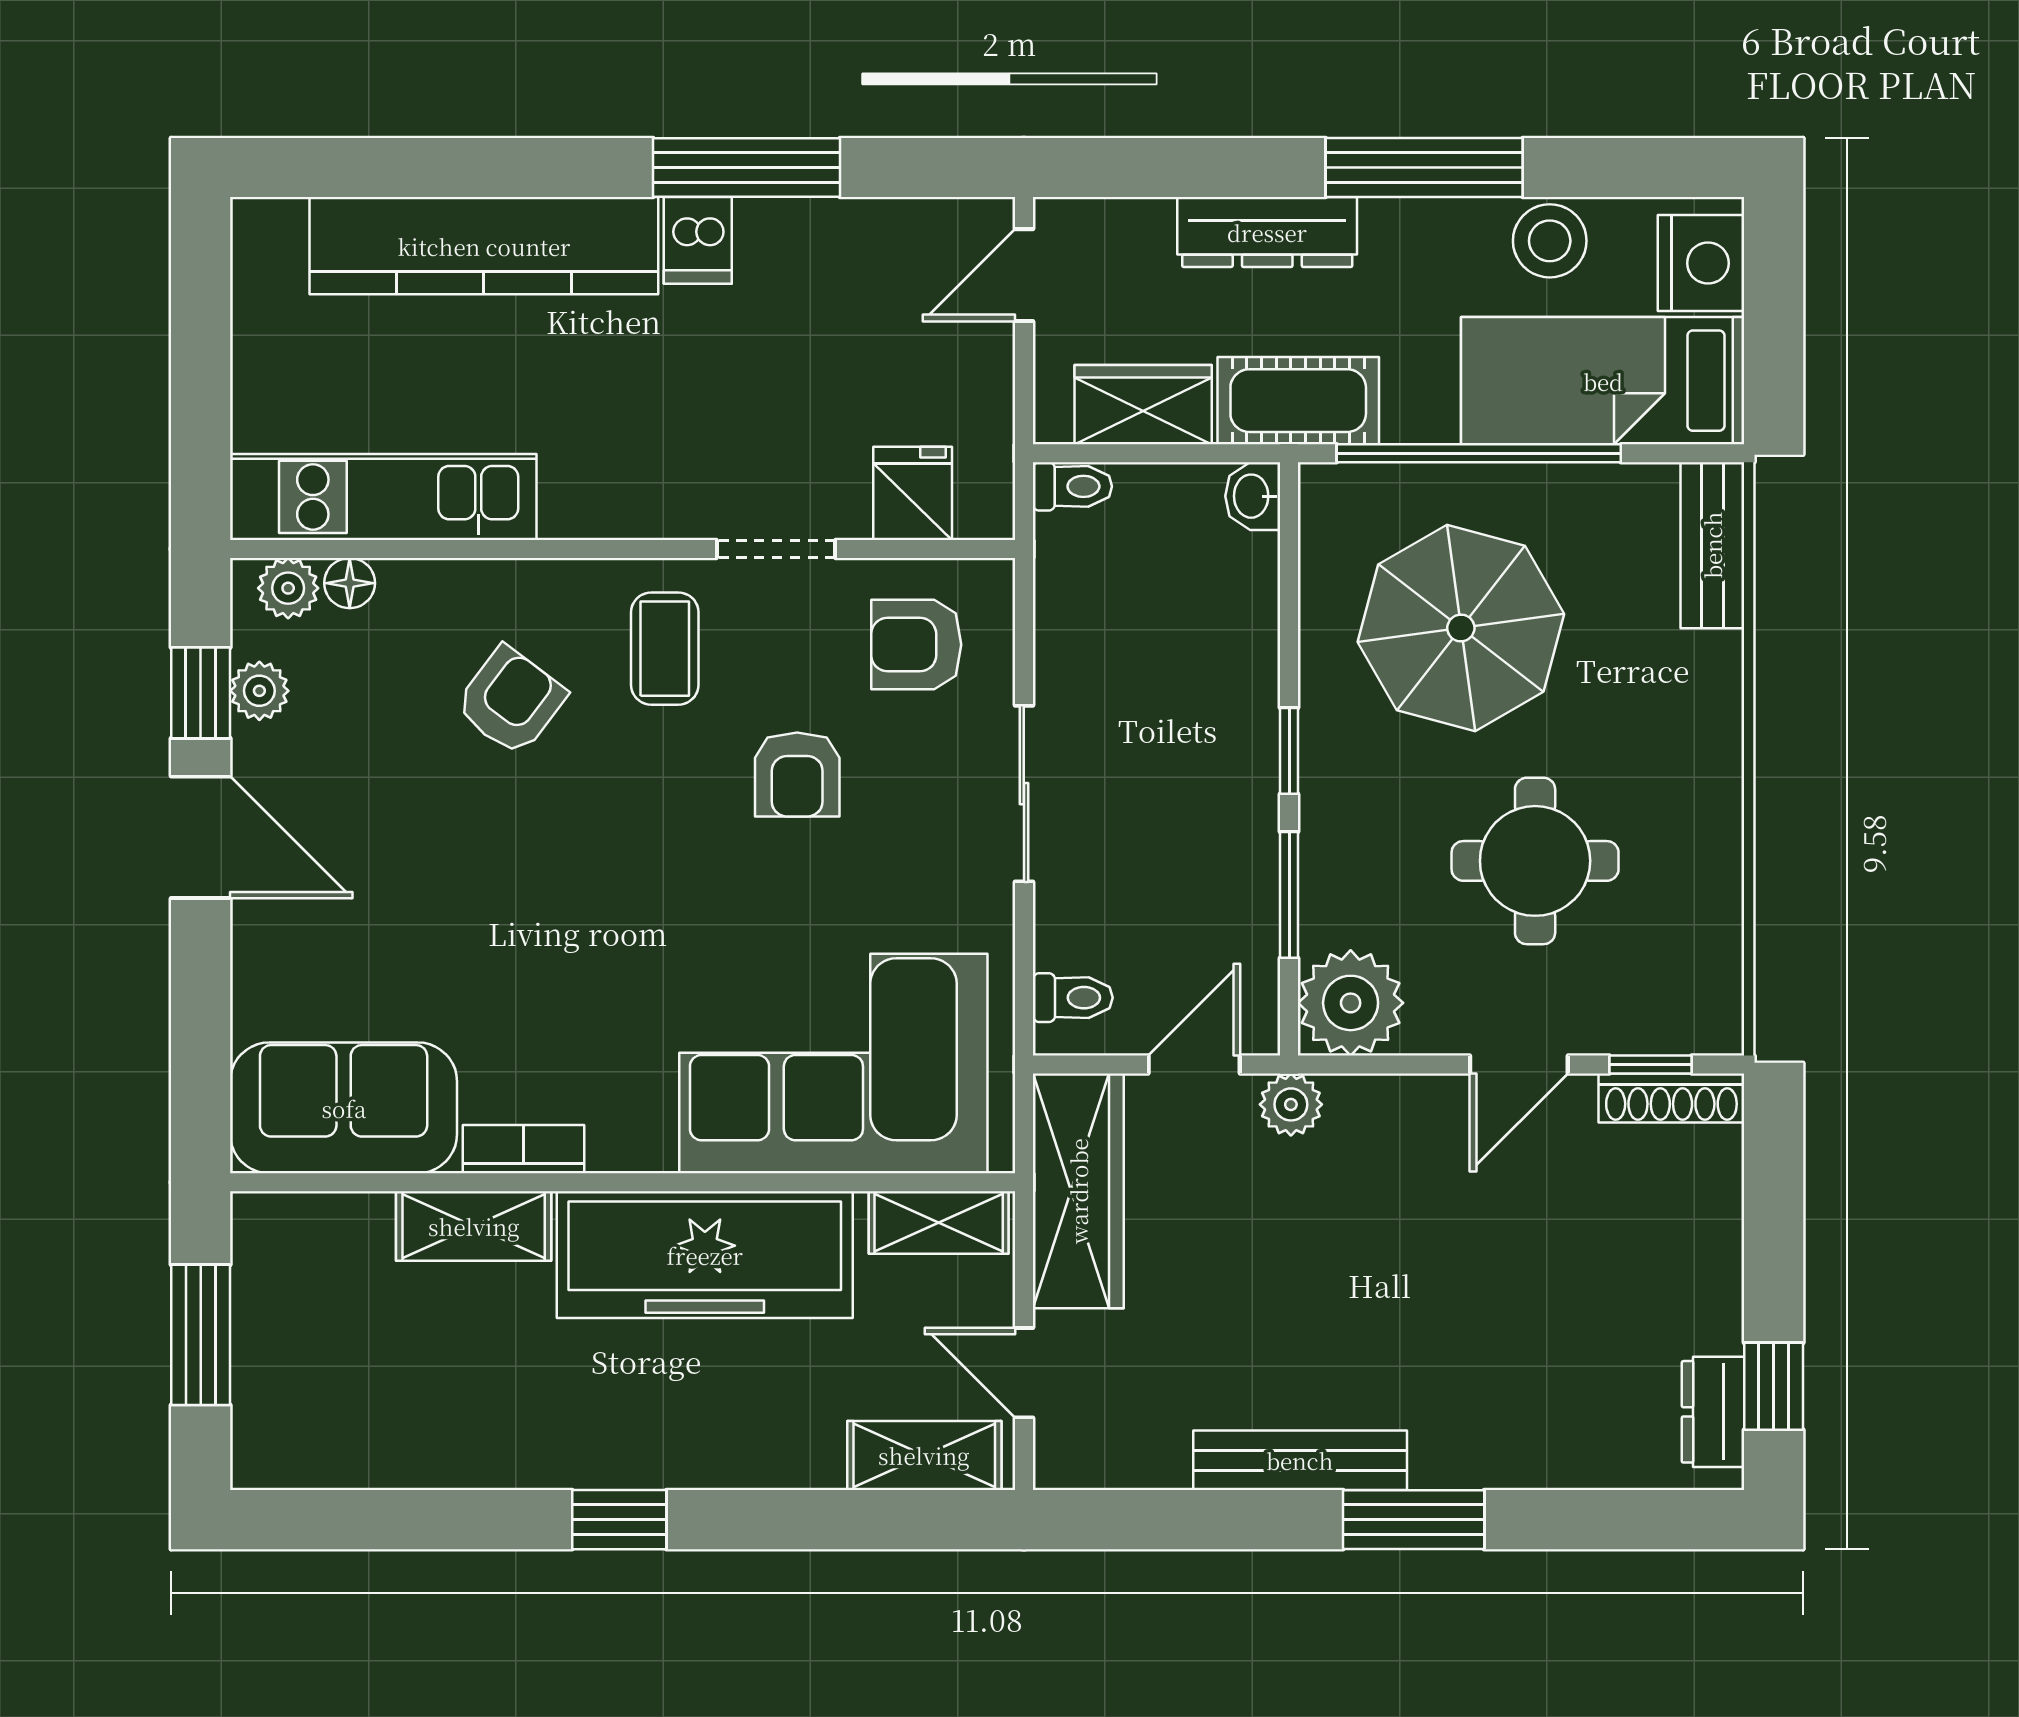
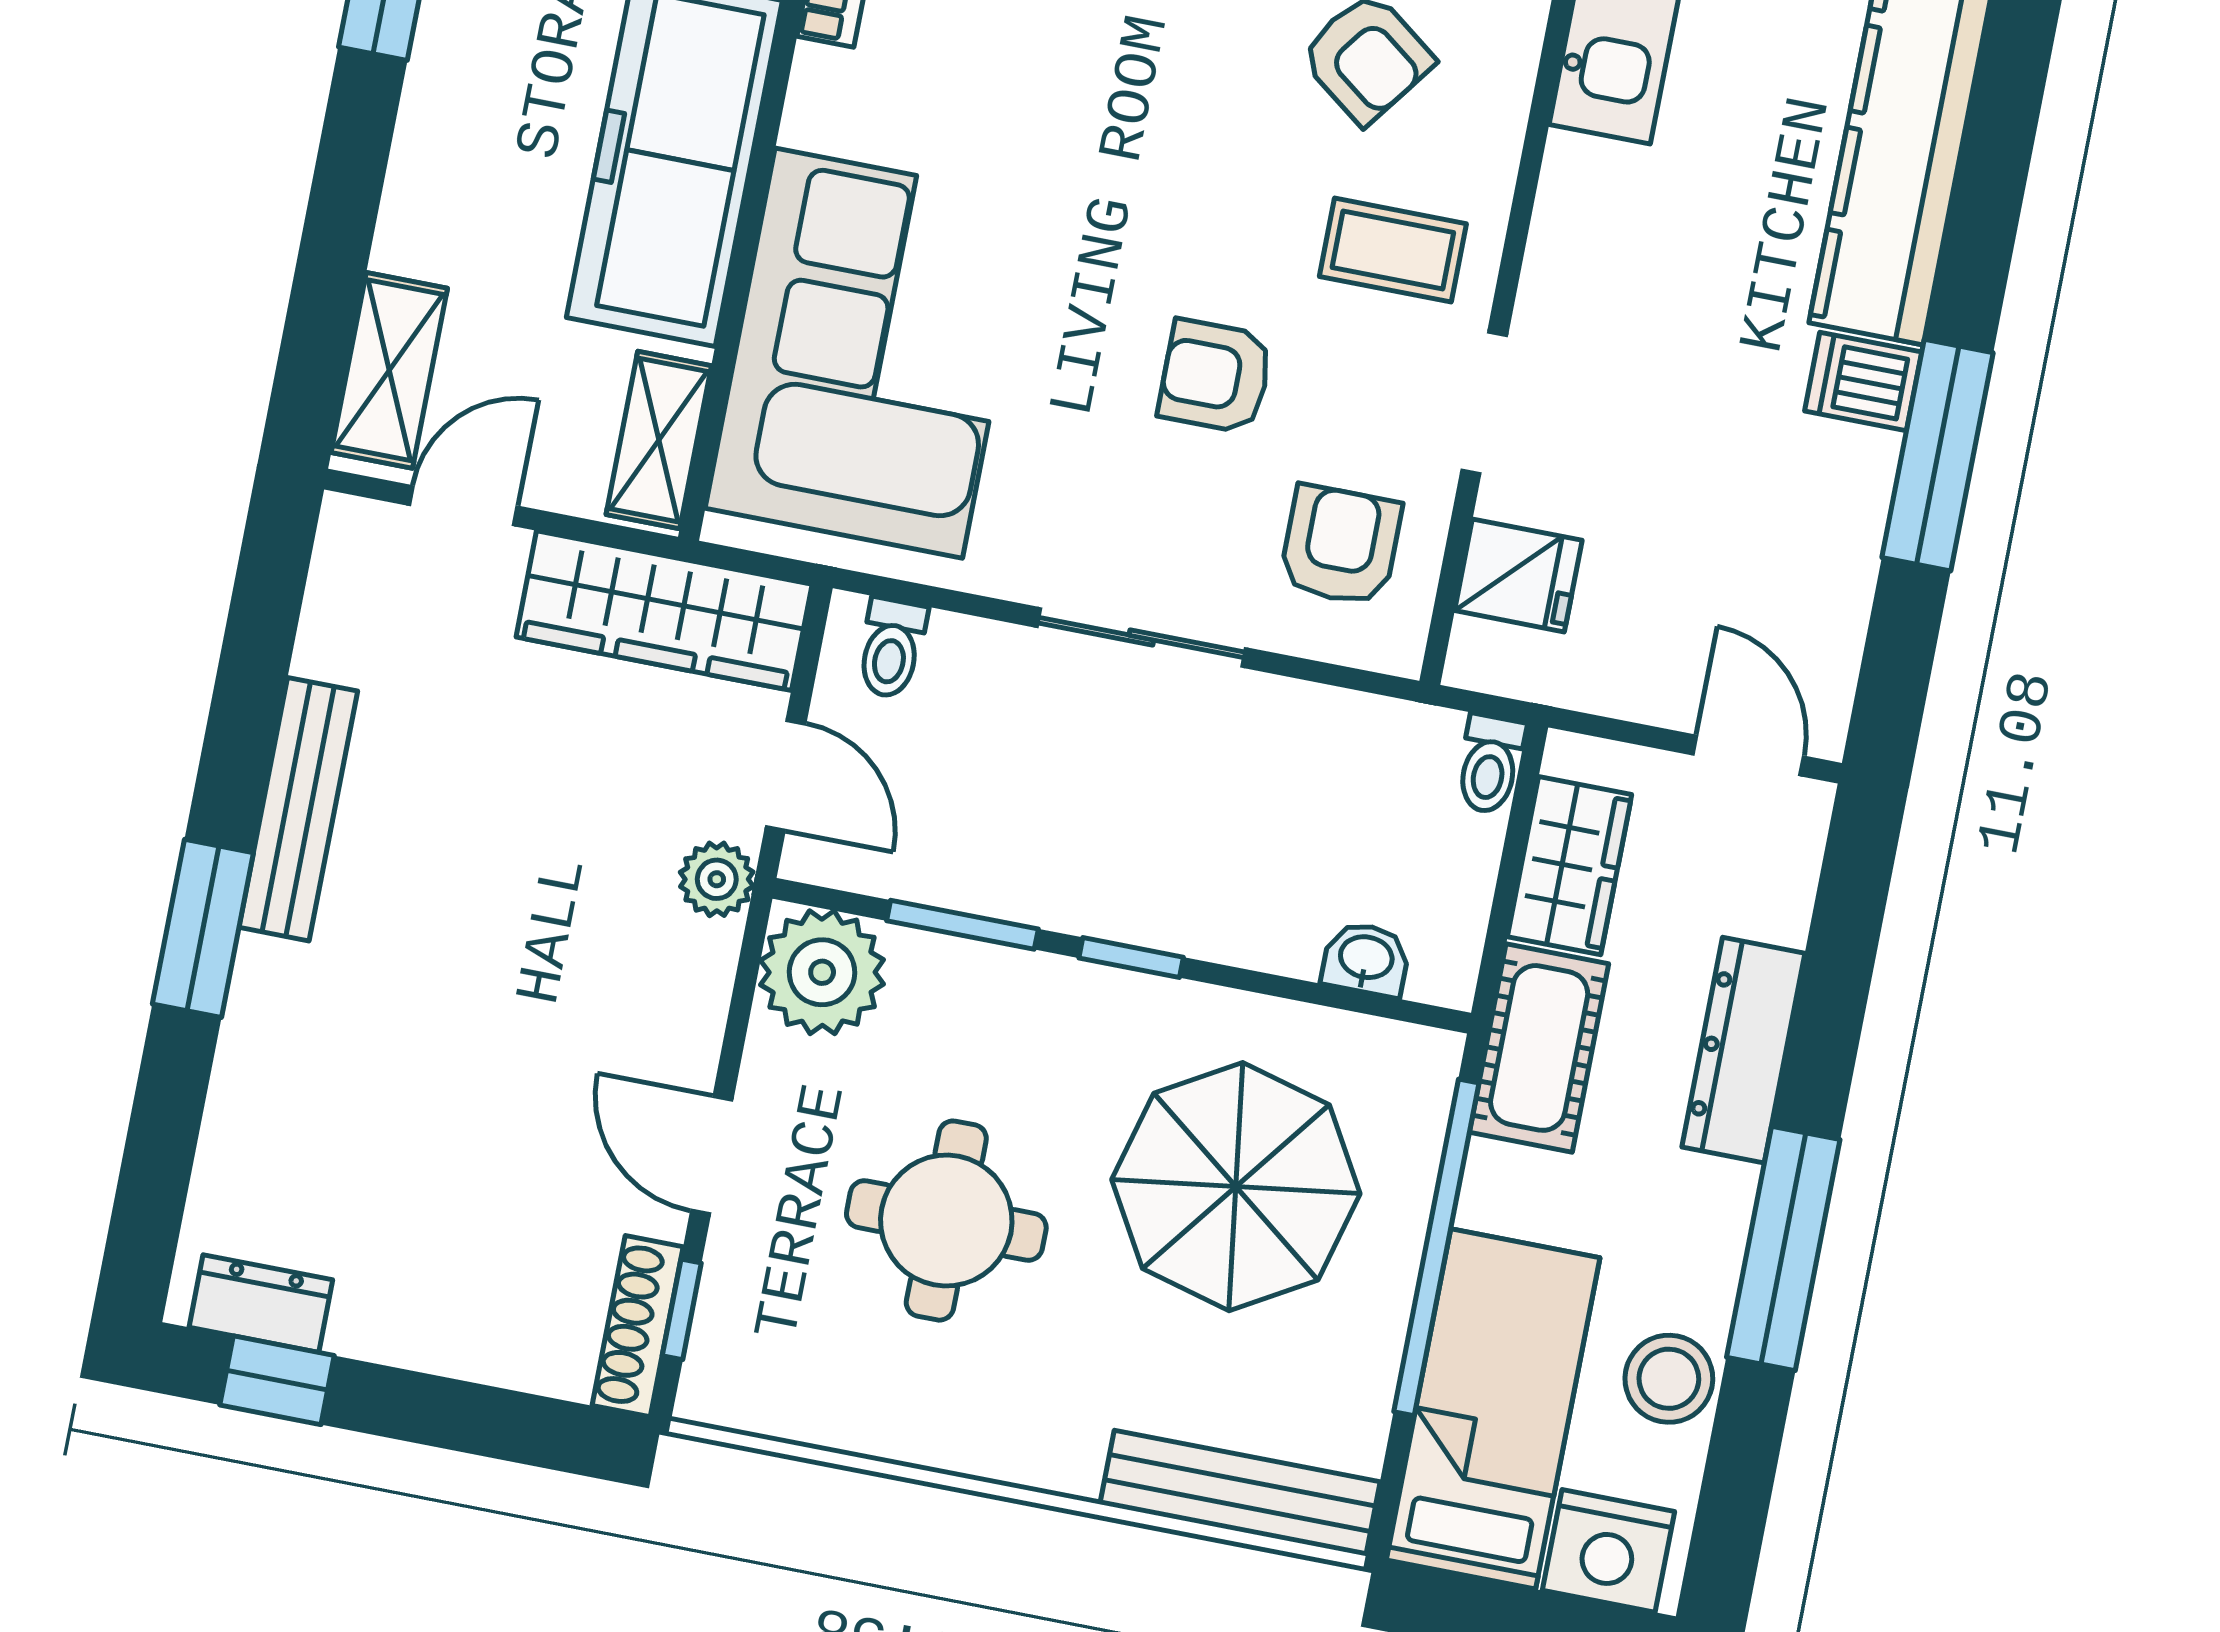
washbasin: (1253, 496) -> (1366, 959), moved
bench: (1712, 545) -> (1240, 1493), width x1.36

